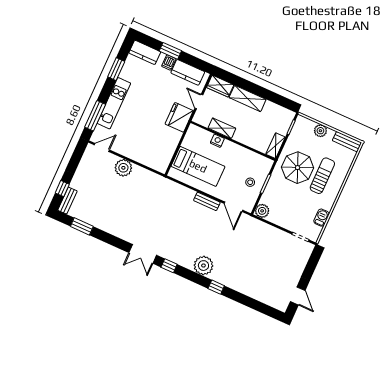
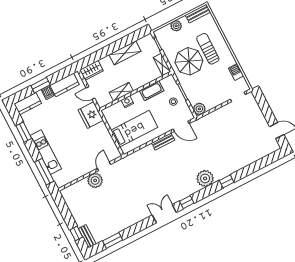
shelving: (248, 99) -> (125, 53), moved
door: (102, 147) -> (104, 166), moved
cot: (245, 155) -> (152, 91), added
double door: (143, 254) -> (164, 214), swing flipped

